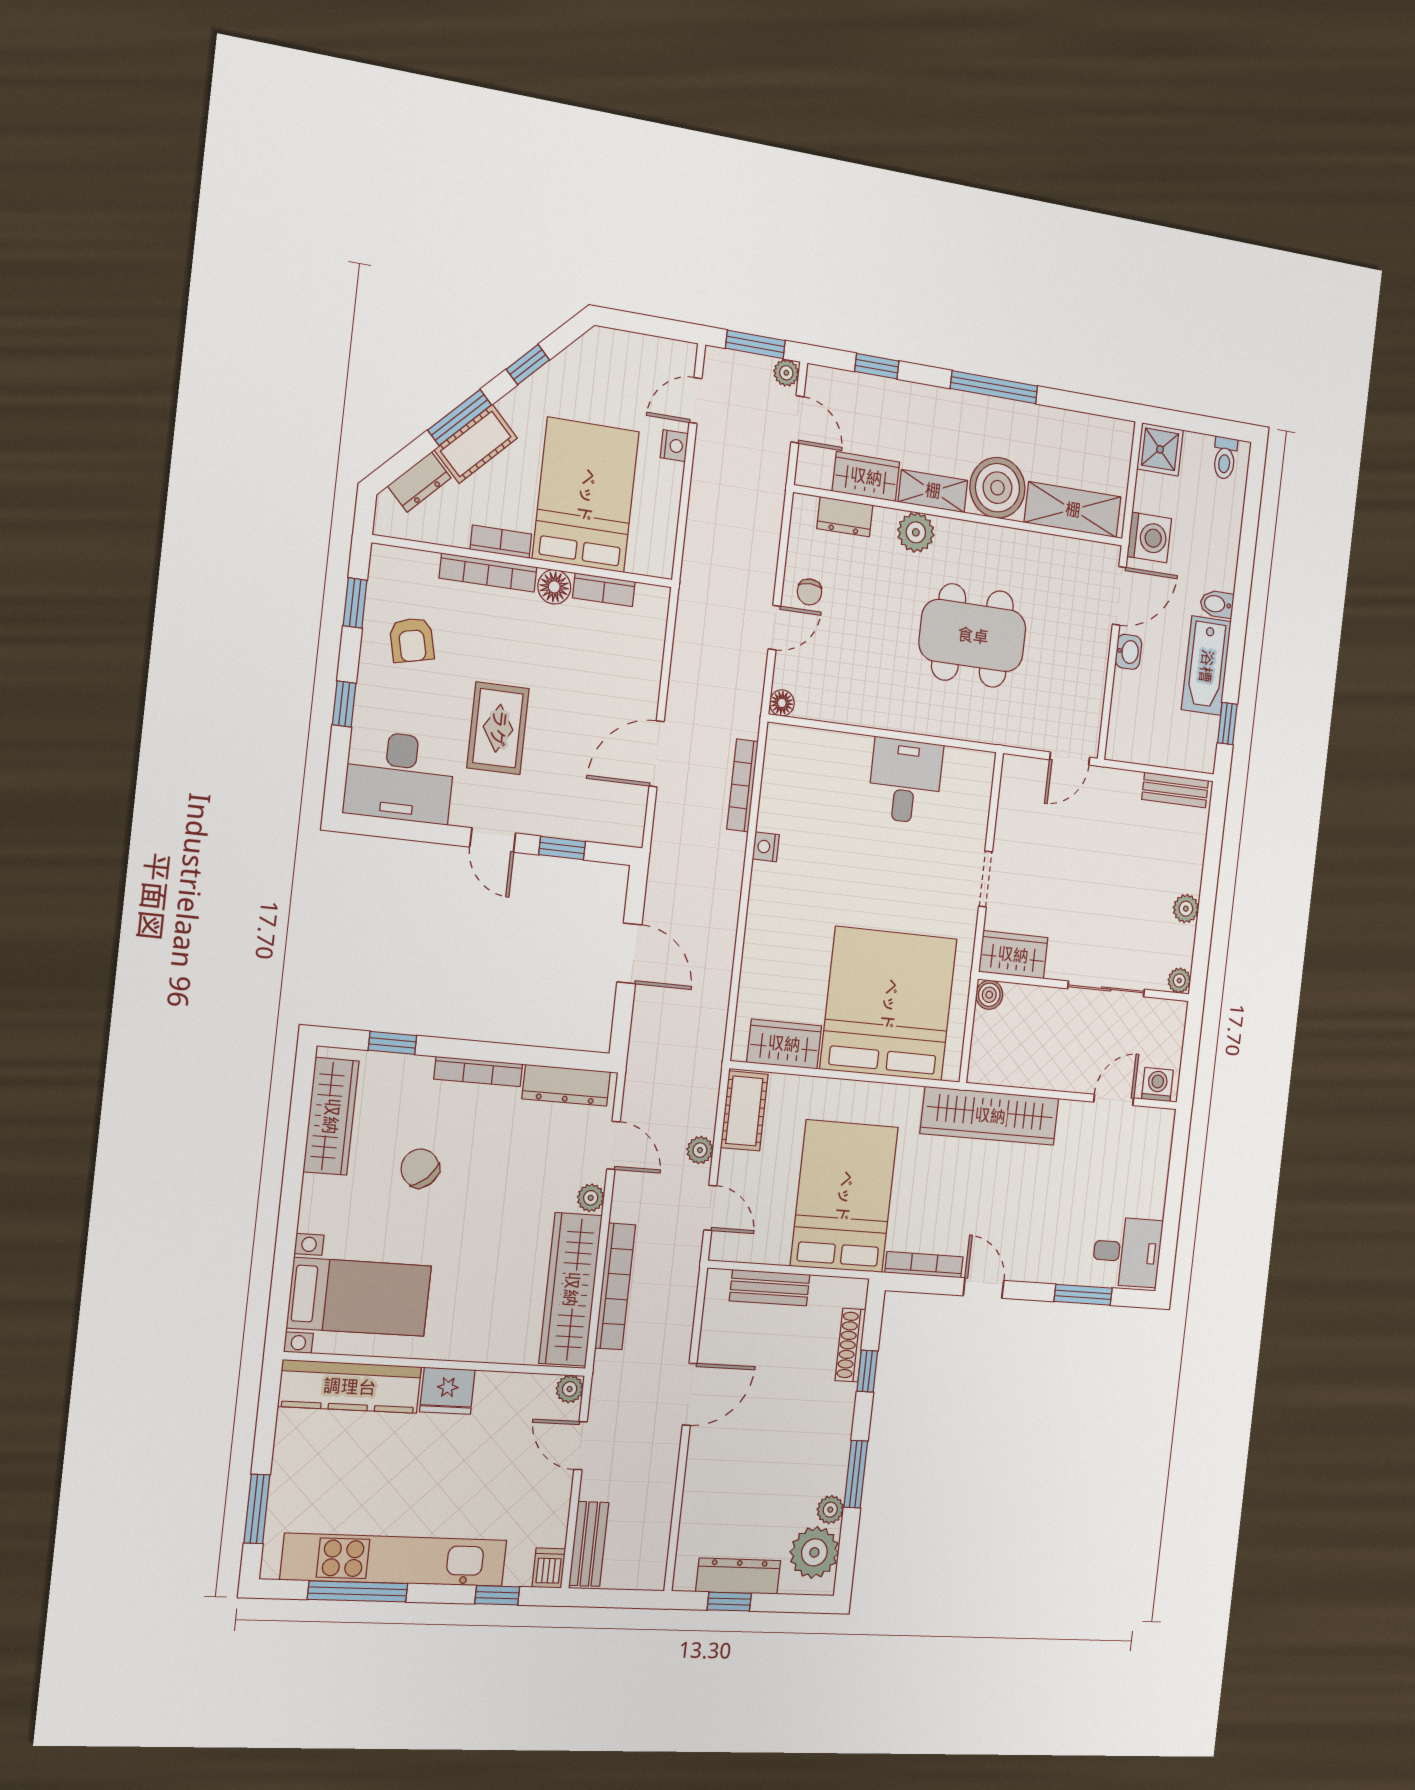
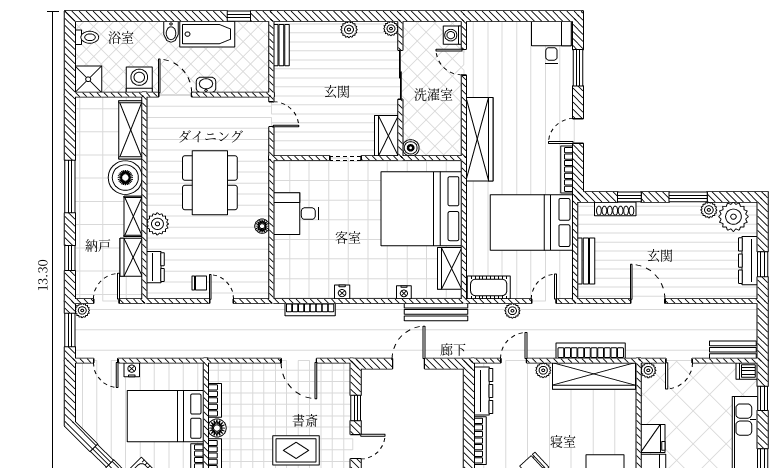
floor lamp: (782, 703) -> (262, 226), moved
nightstand: (753, 958) -> (404, 292), added
bench: (713, 1012) -> (436, 312), added

